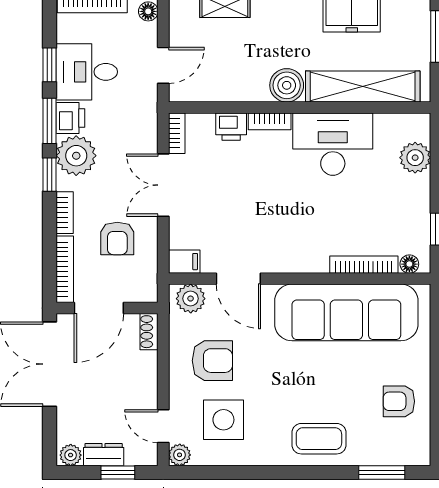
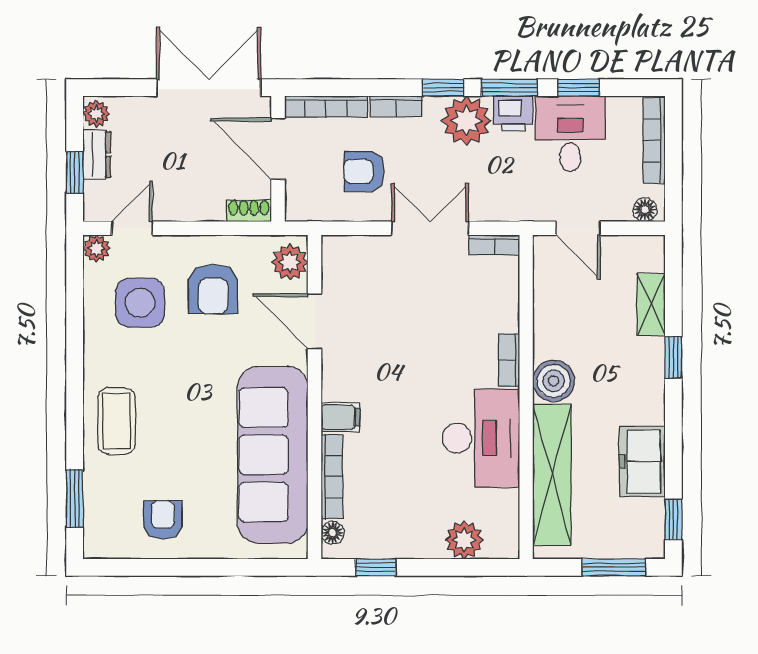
printer: (231, 127) -> (502, 312), removed
filing cabinet: (184, 262) -> (340, 417), moved, turned -90
door: (238, 279) -> (314, 321), hinge flipped

